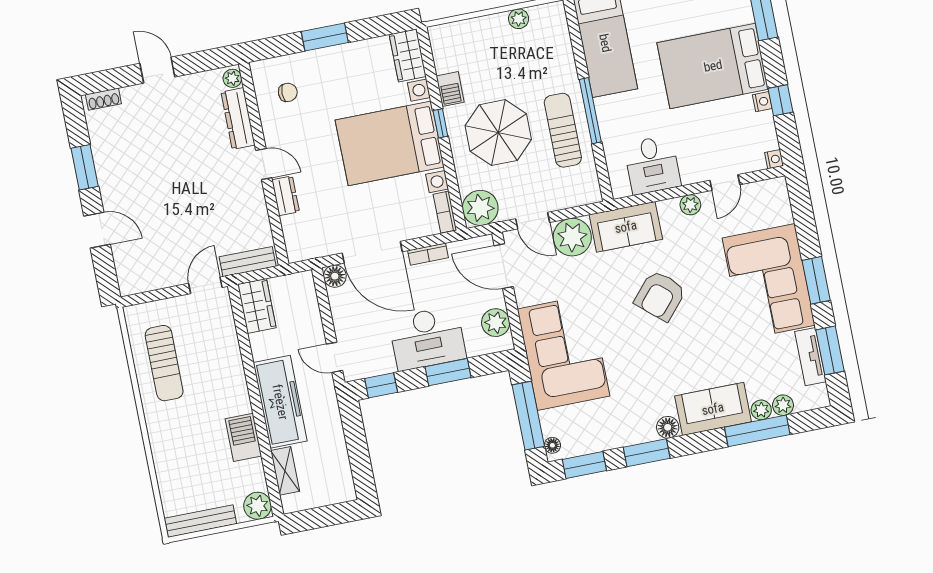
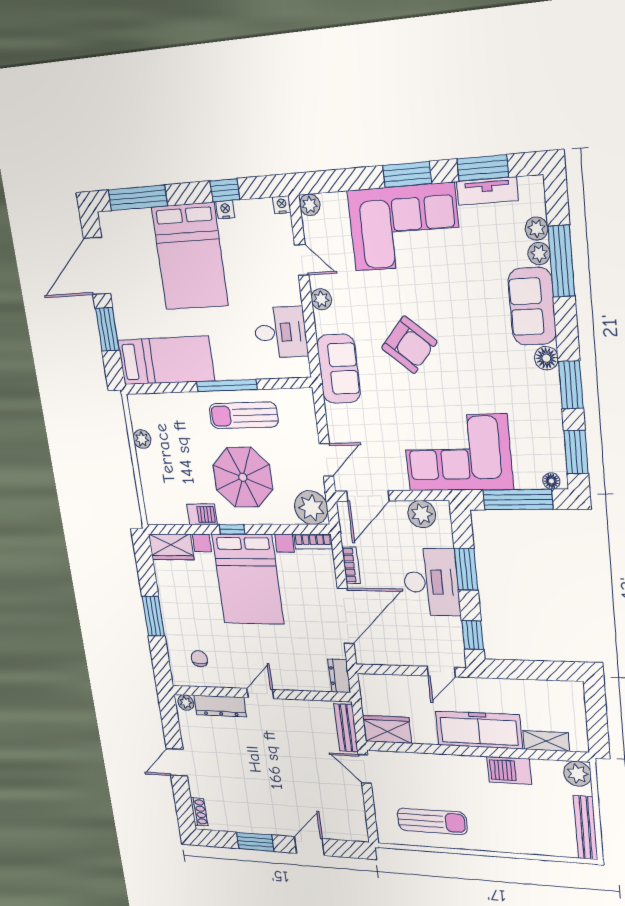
dresser: (286, 196) -> (339, 676), moved, turned -90
plant: (572, 237) -> (310, 205), moved, width x0.53, depth x0.53
floor lamp: (335, 276) -> (365, 654), removed

